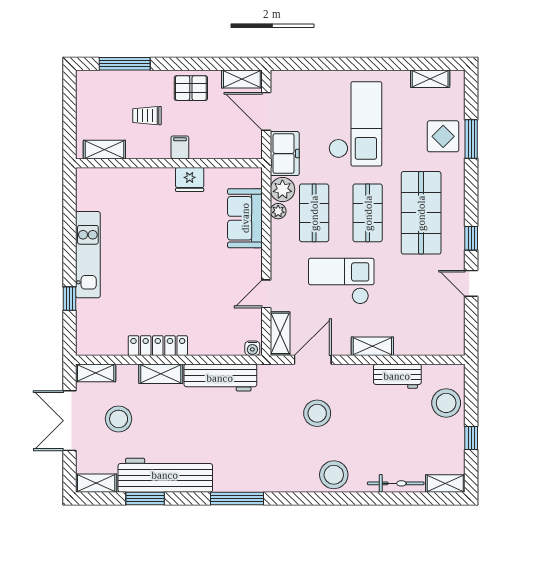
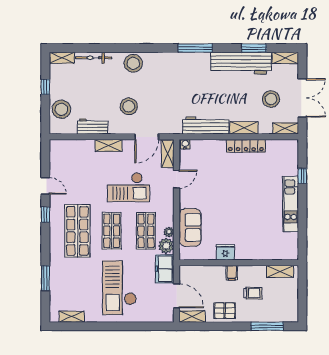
display table: (443, 136) -> (63, 280), removed
stool: (317, 413) -> (129, 106), moved

